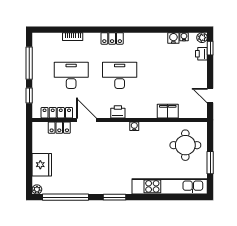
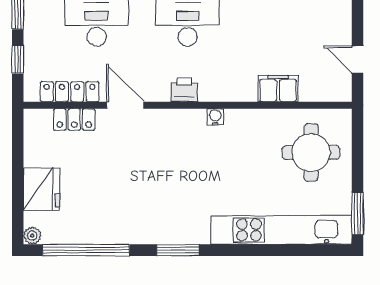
window: (210, 163) -> (357, 214), moved

